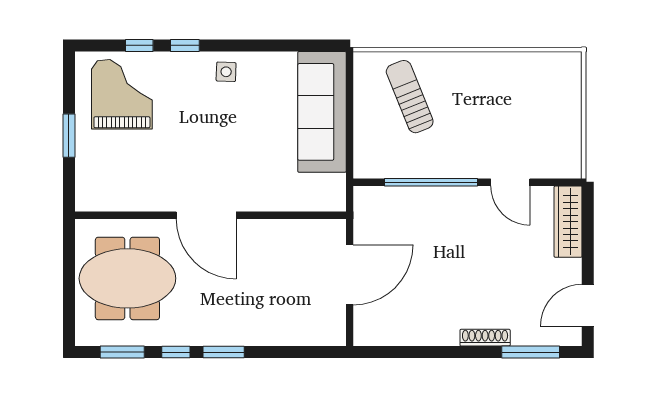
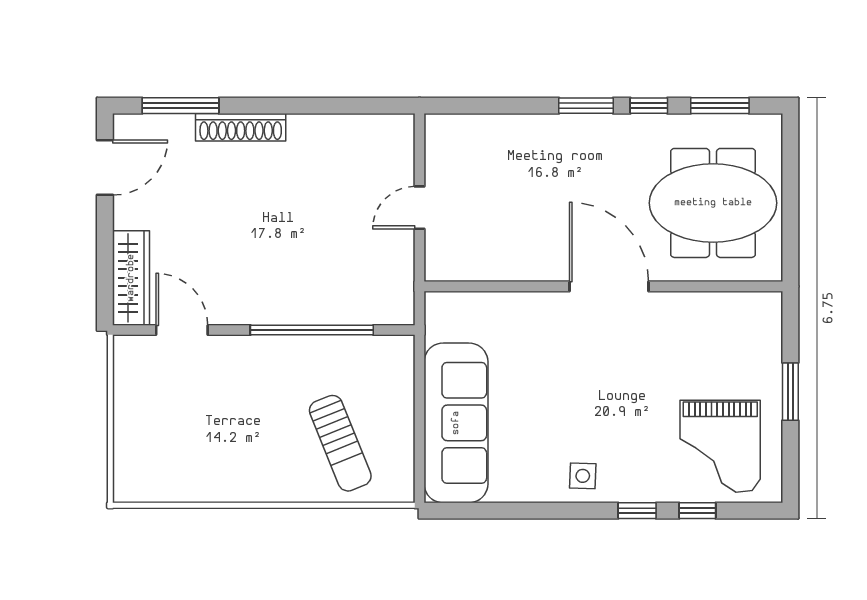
door: (510, 182) -> (182, 330), moved
door: (350, 275) -> (420, 208), width x0.53
shoe rack: (485, 338) -> (241, 127), width x1.36, depth x1.24

